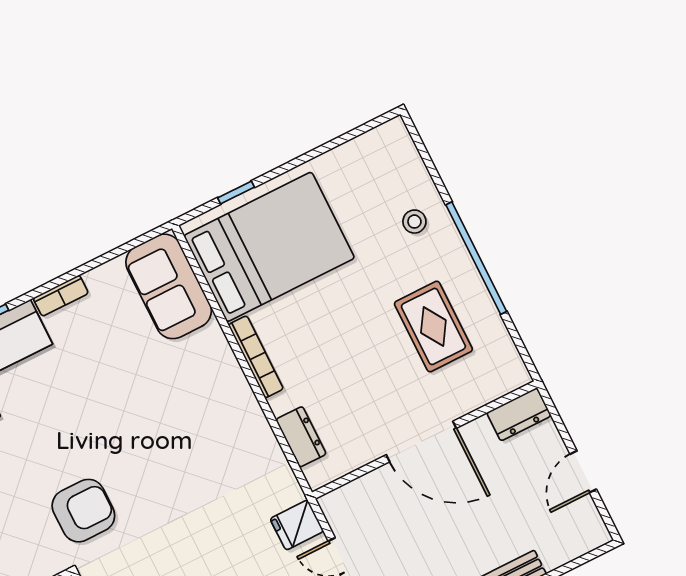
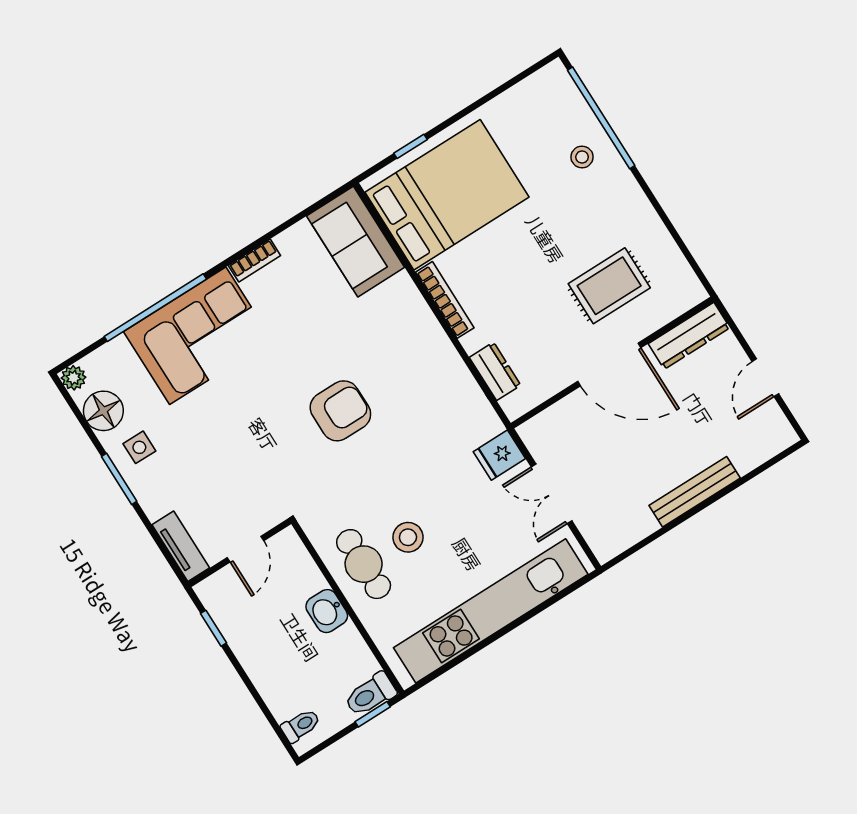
window: (476, 258) -> (601, 118), moved
rug: (433, 326) -> (609, 286), moved, turned 90
dresser: (519, 414) -> (689, 336), width x1.44
armchair: (83, 511) -> (340, 411), moved

